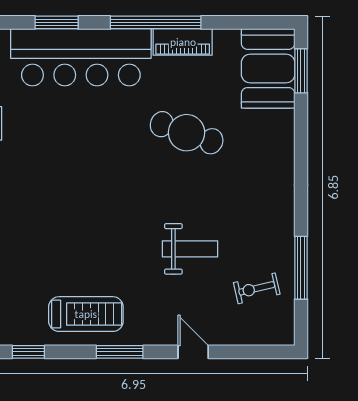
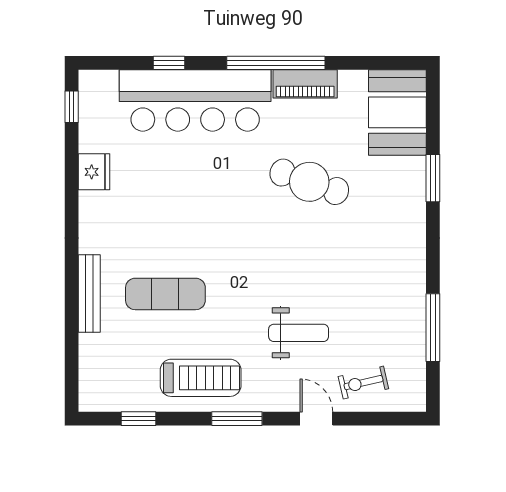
window: (57, 22) -> (169, 63), width x0.67
window: (301, 71) -> (433, 178), moved
exercise mat: (53, 236) -> (165, 294), added
weight bench: (190, 249) -> (299, 333), moved
exercise bike: (257, 288) -> (363, 383), moved

